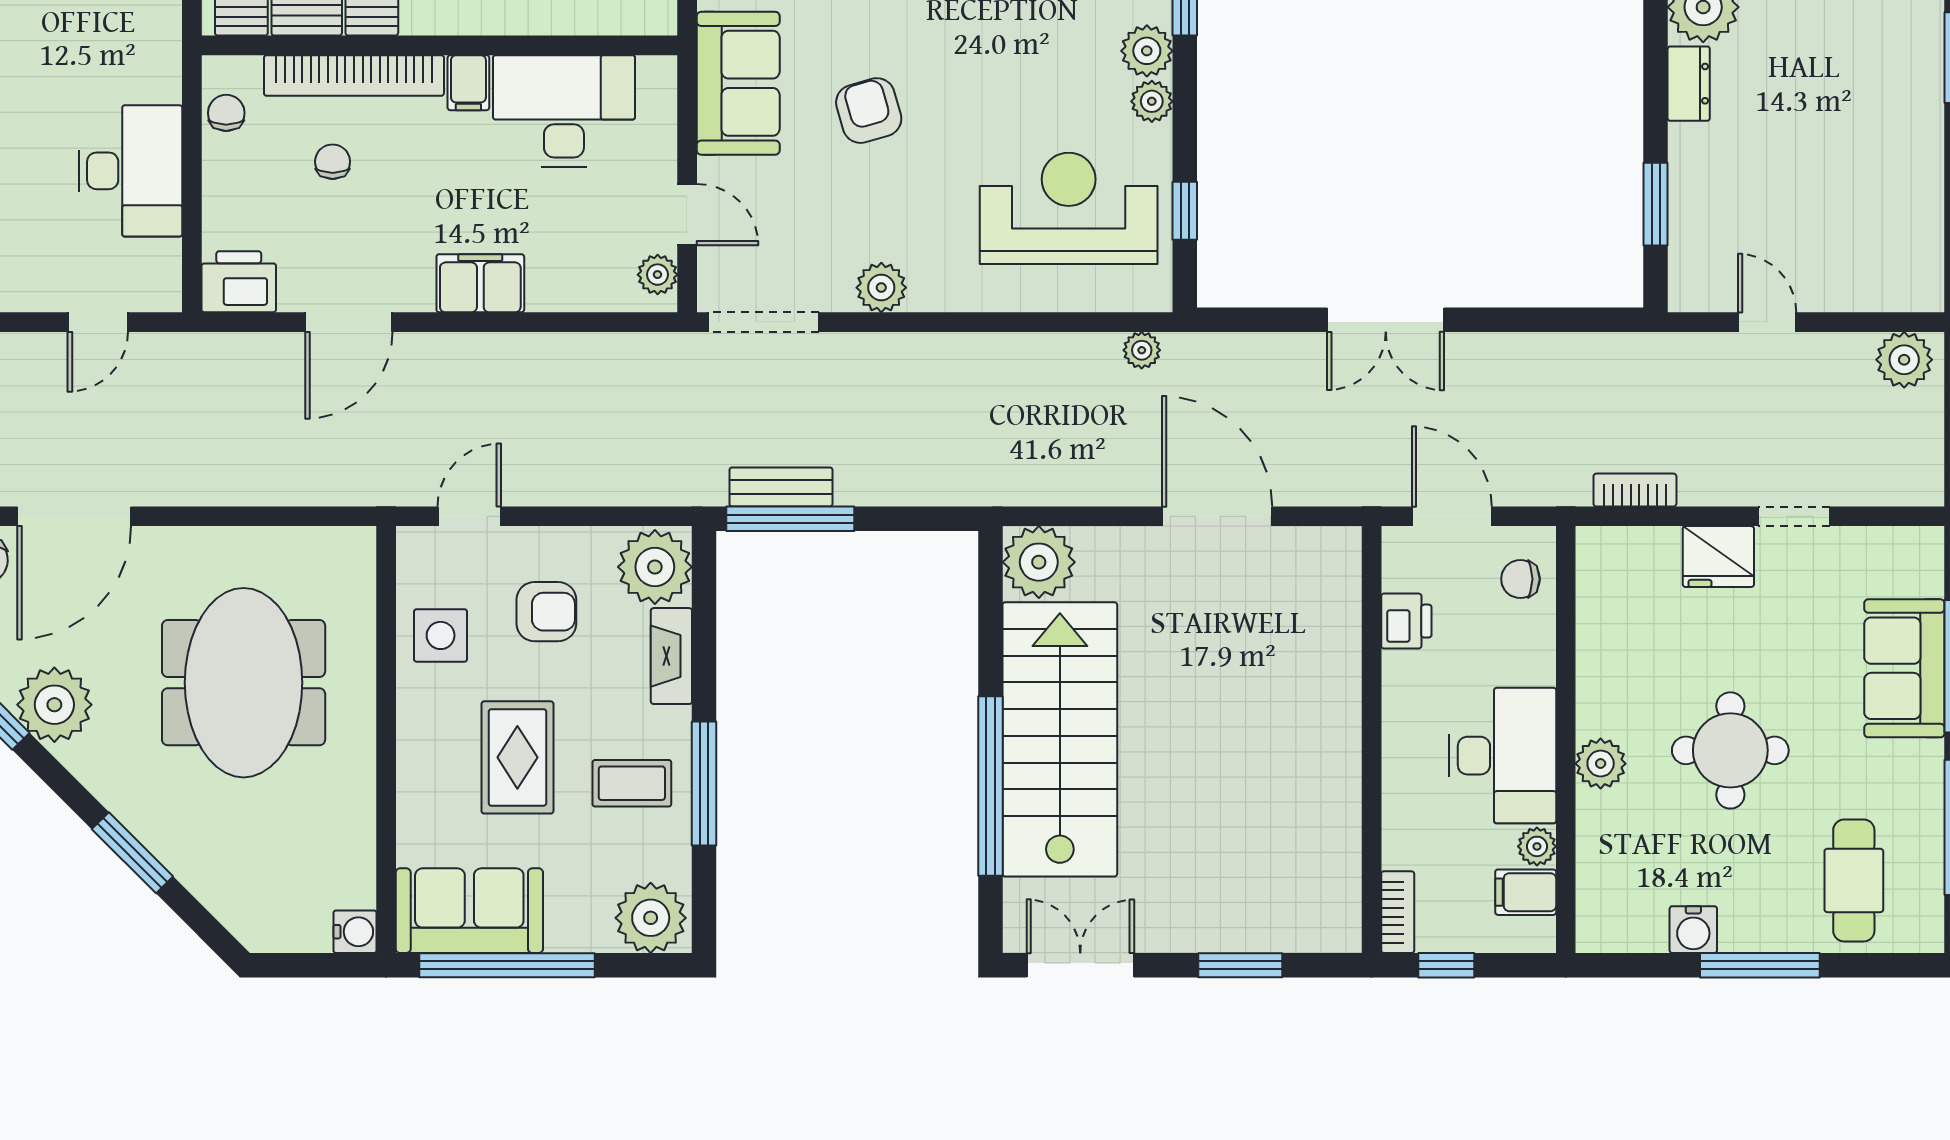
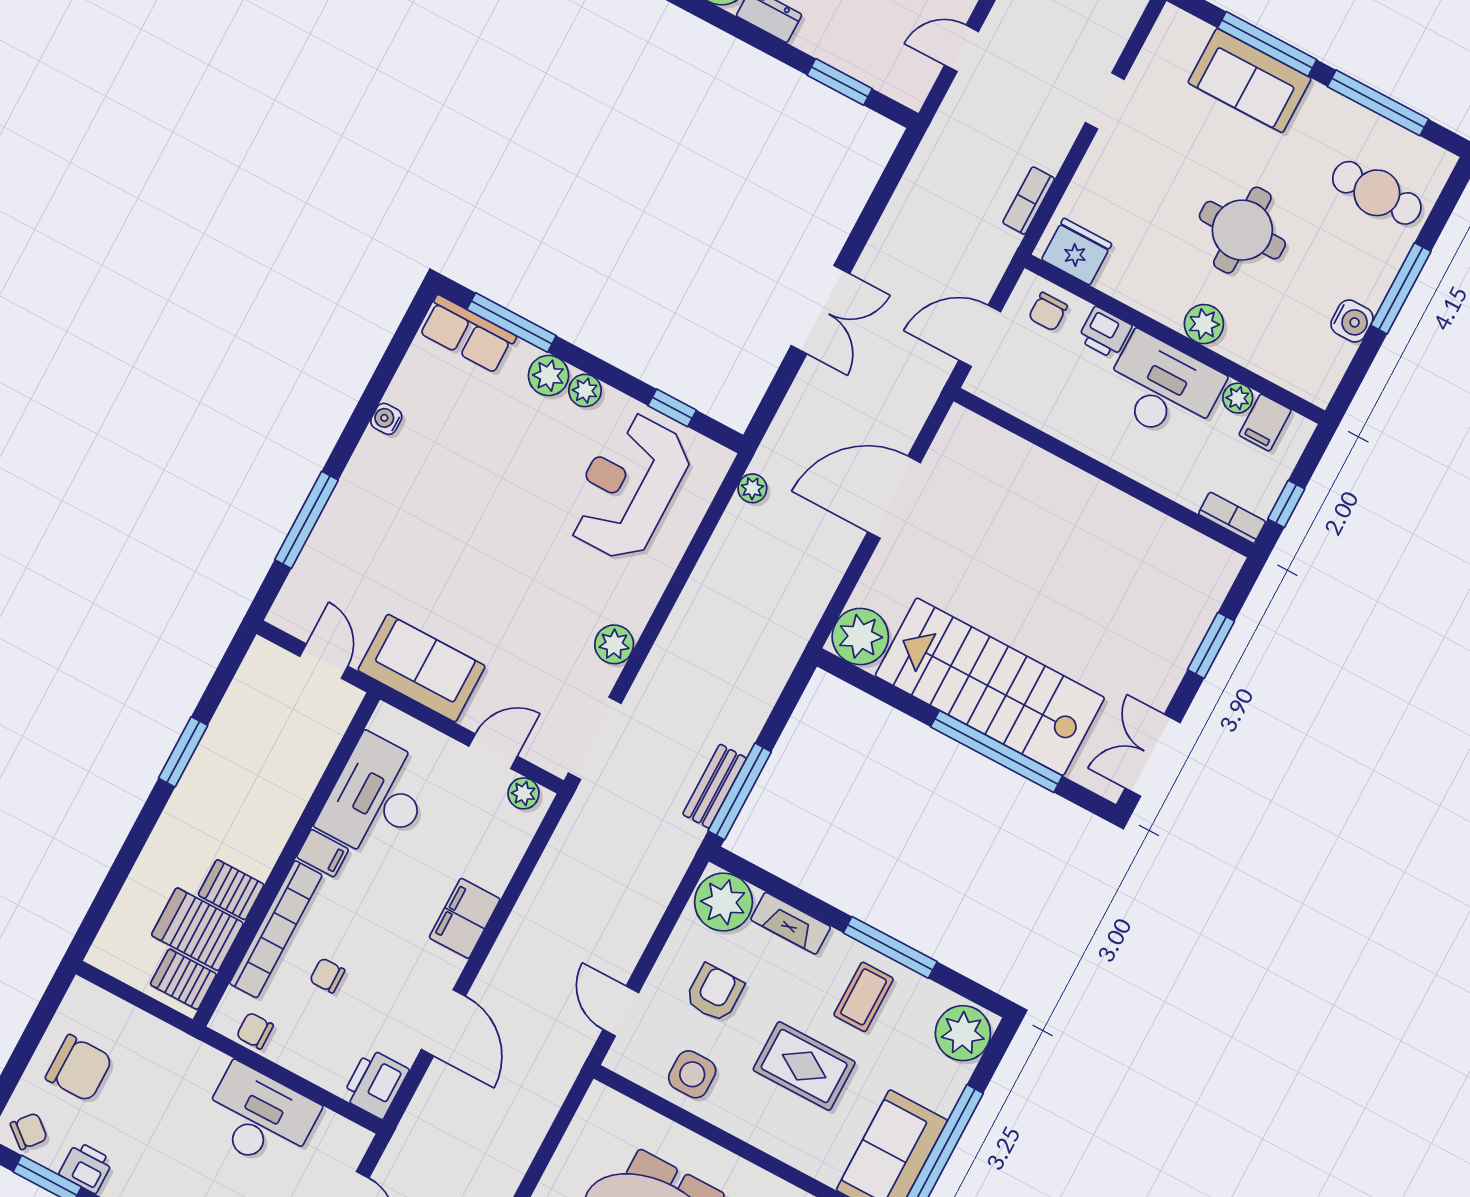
armchair: (869, 111) -> (488, 588), removed
fridge: (1718, 557) -> (1077, 252), moved, turned -90
printer: (1406, 621) -> (1105, 333), moved, turned 180

